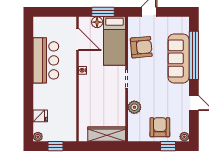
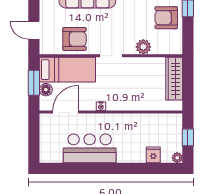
armchair: (141, 47) -> (74, 39), turned 95

